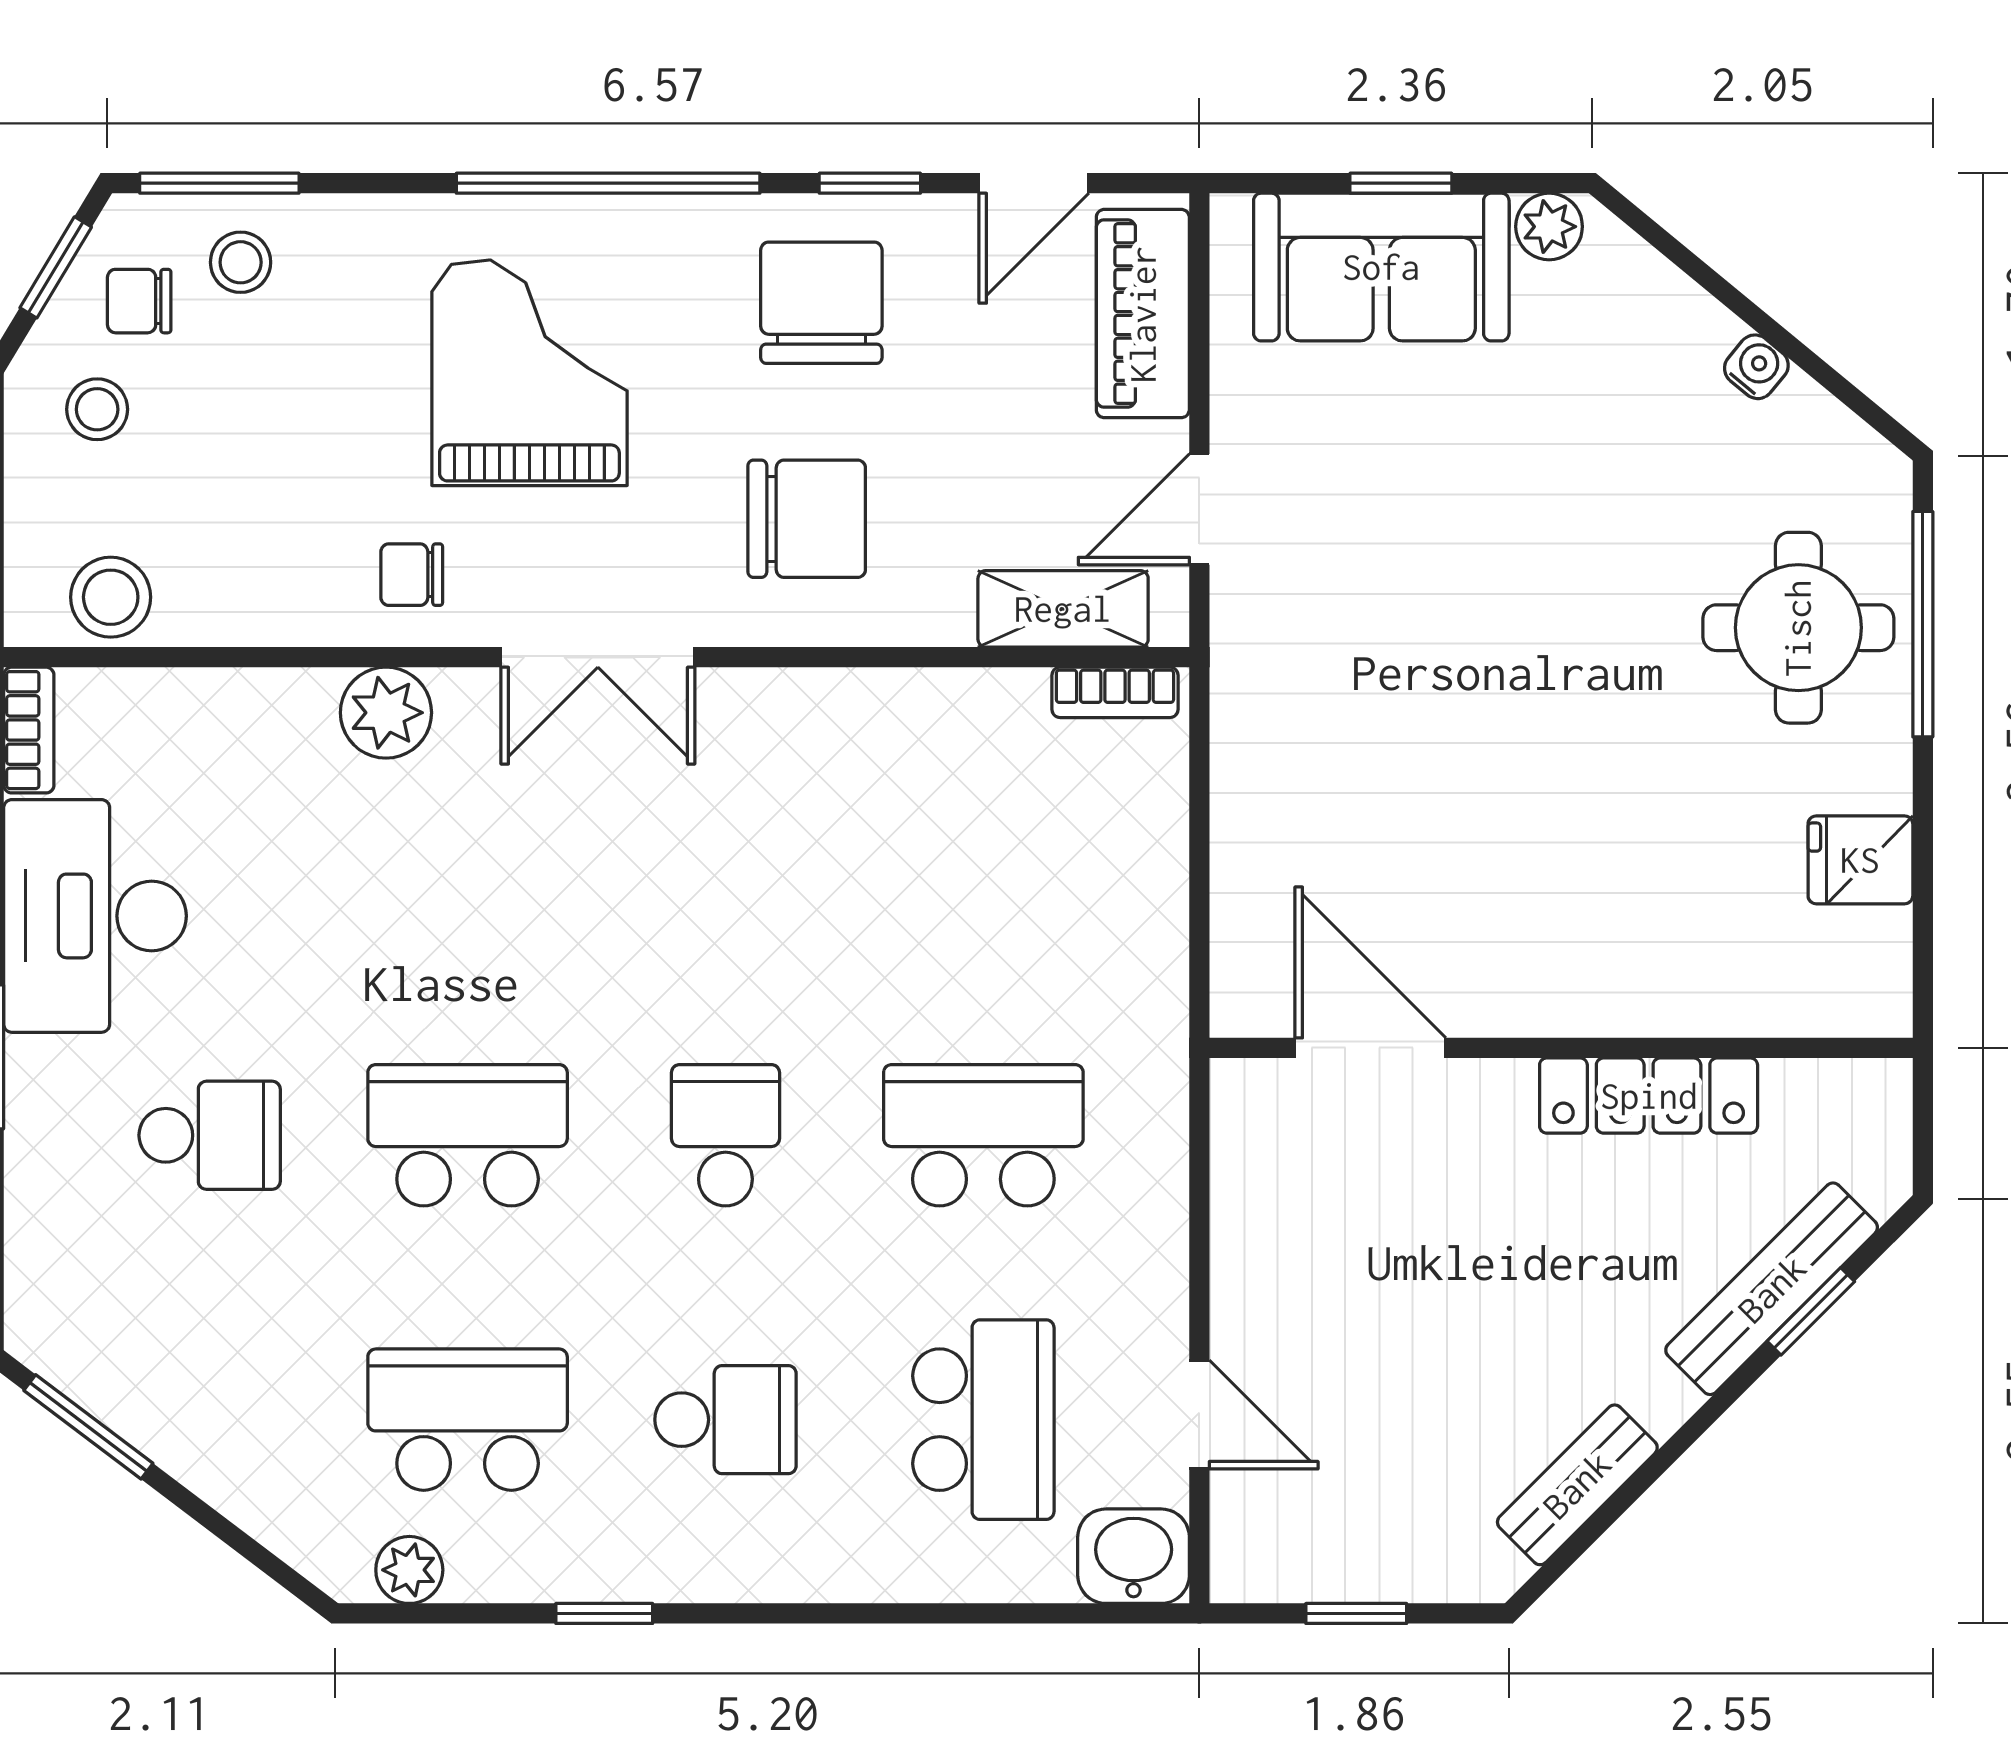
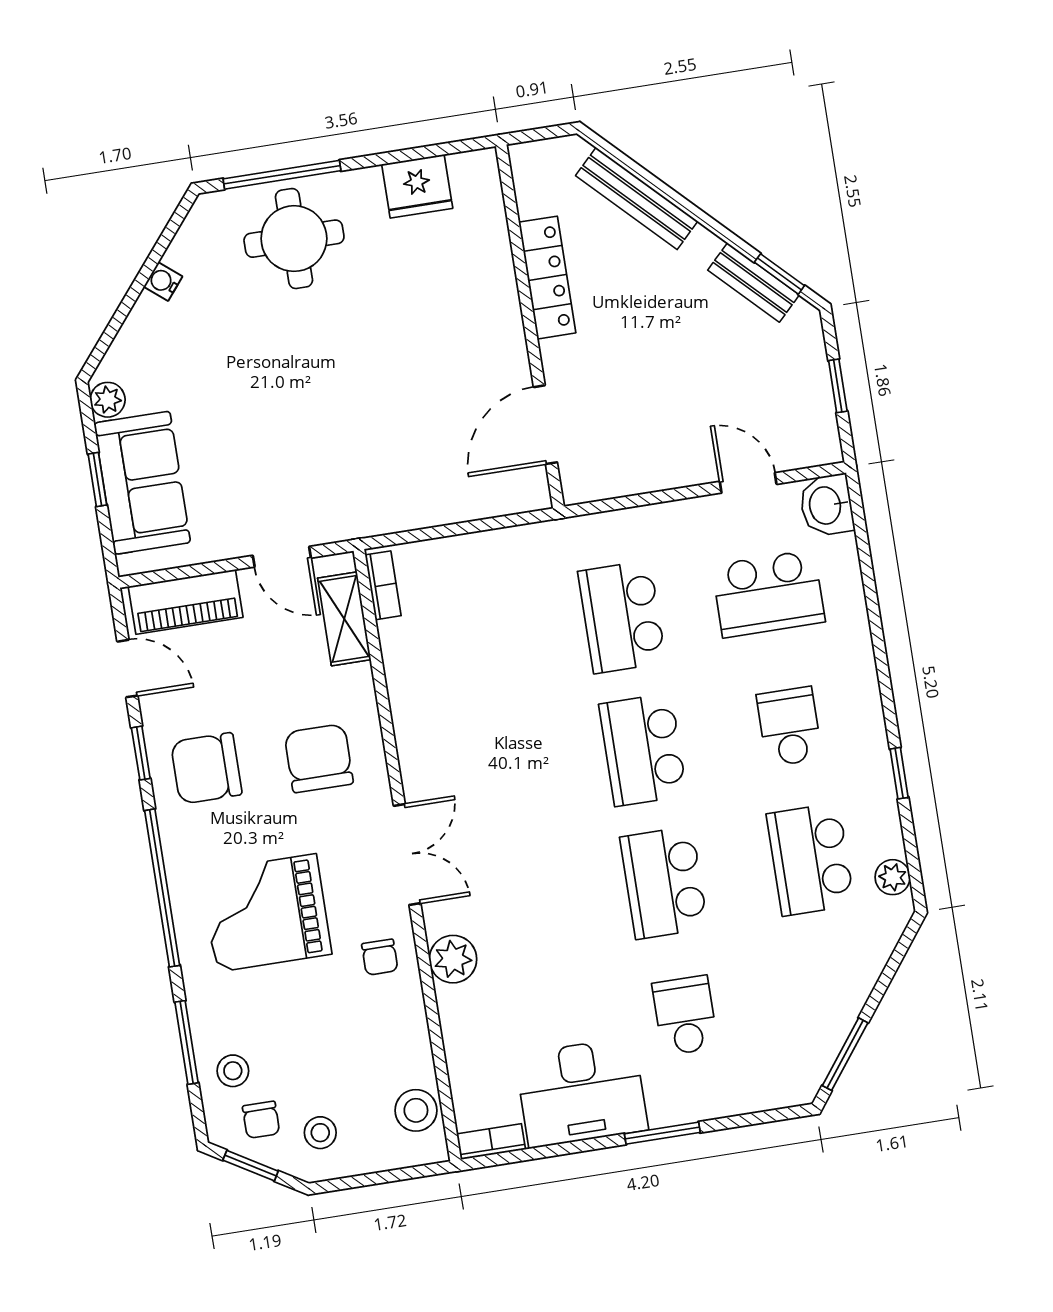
window: (219, 183) -> (187, 1042), moved
fridge: (1860, 860) -> (417, 186), width x1.38
school desk: (725, 1135) -> (643, 750), width x1.85
window: (1811, 1311) -> (779, 274), moved
door: (1199, 1415) -> (748, 483), hinge flipped
school desk: (983, 1420) -> (768, 594), turned 180

